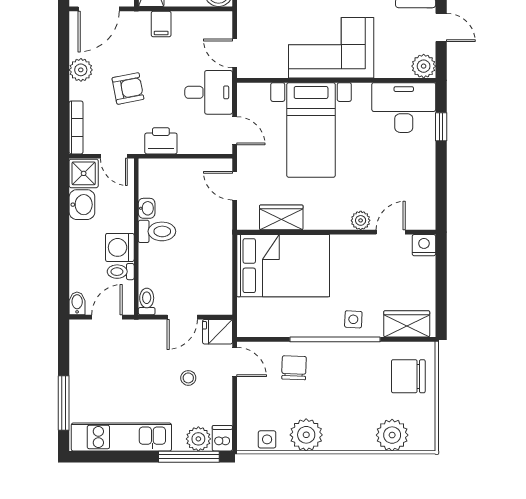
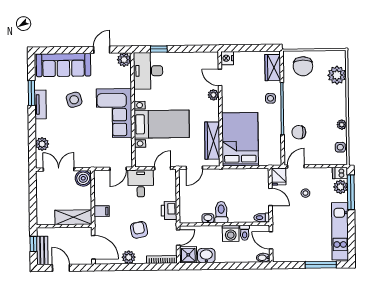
wardrobe: (281, 217) -> (212, 141), width x1.50
plant: (306, 435) -> (342, 125), width x0.53, depth x0.53

